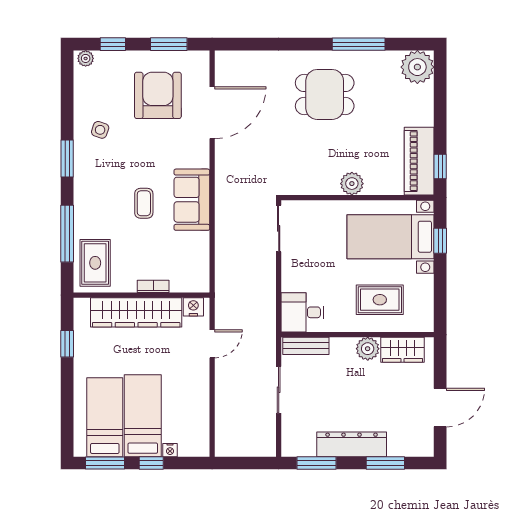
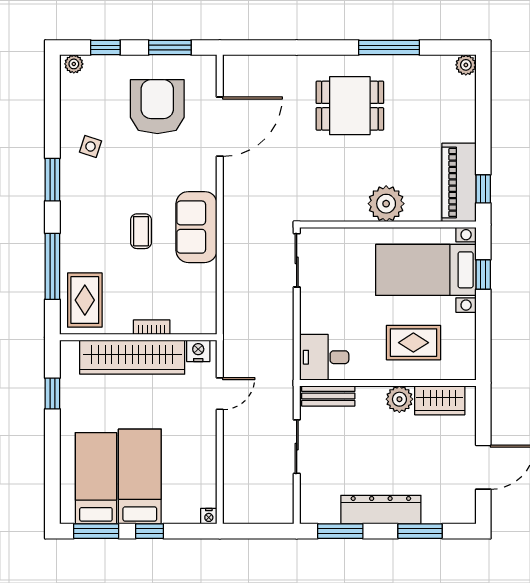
plant: (417, 67) -> (466, 65), width x0.53, depth x0.53
plant: (352, 184) -> (386, 204), width x1.36, depth x1.36
nightstand: (170, 450) -> (209, 516), moved

